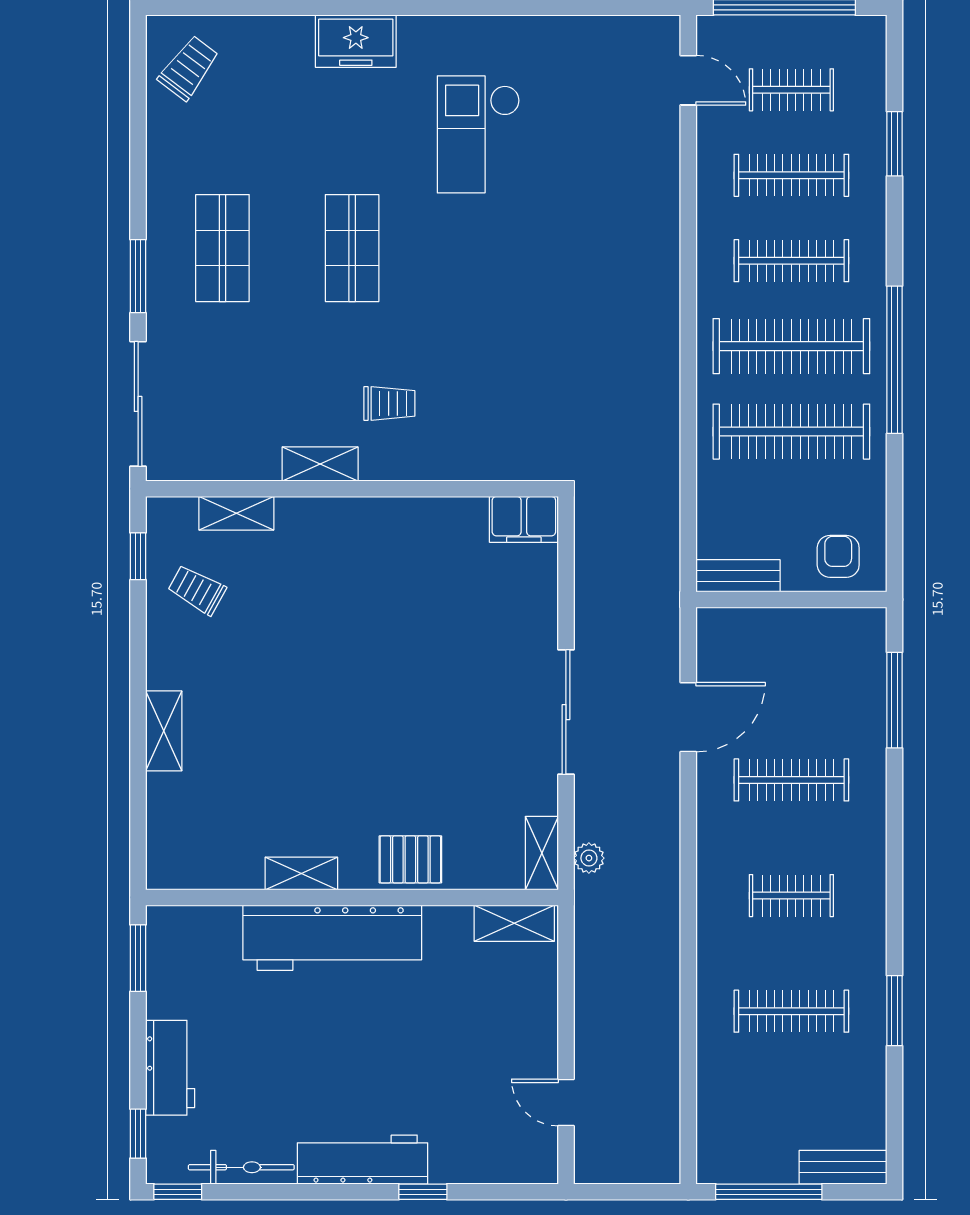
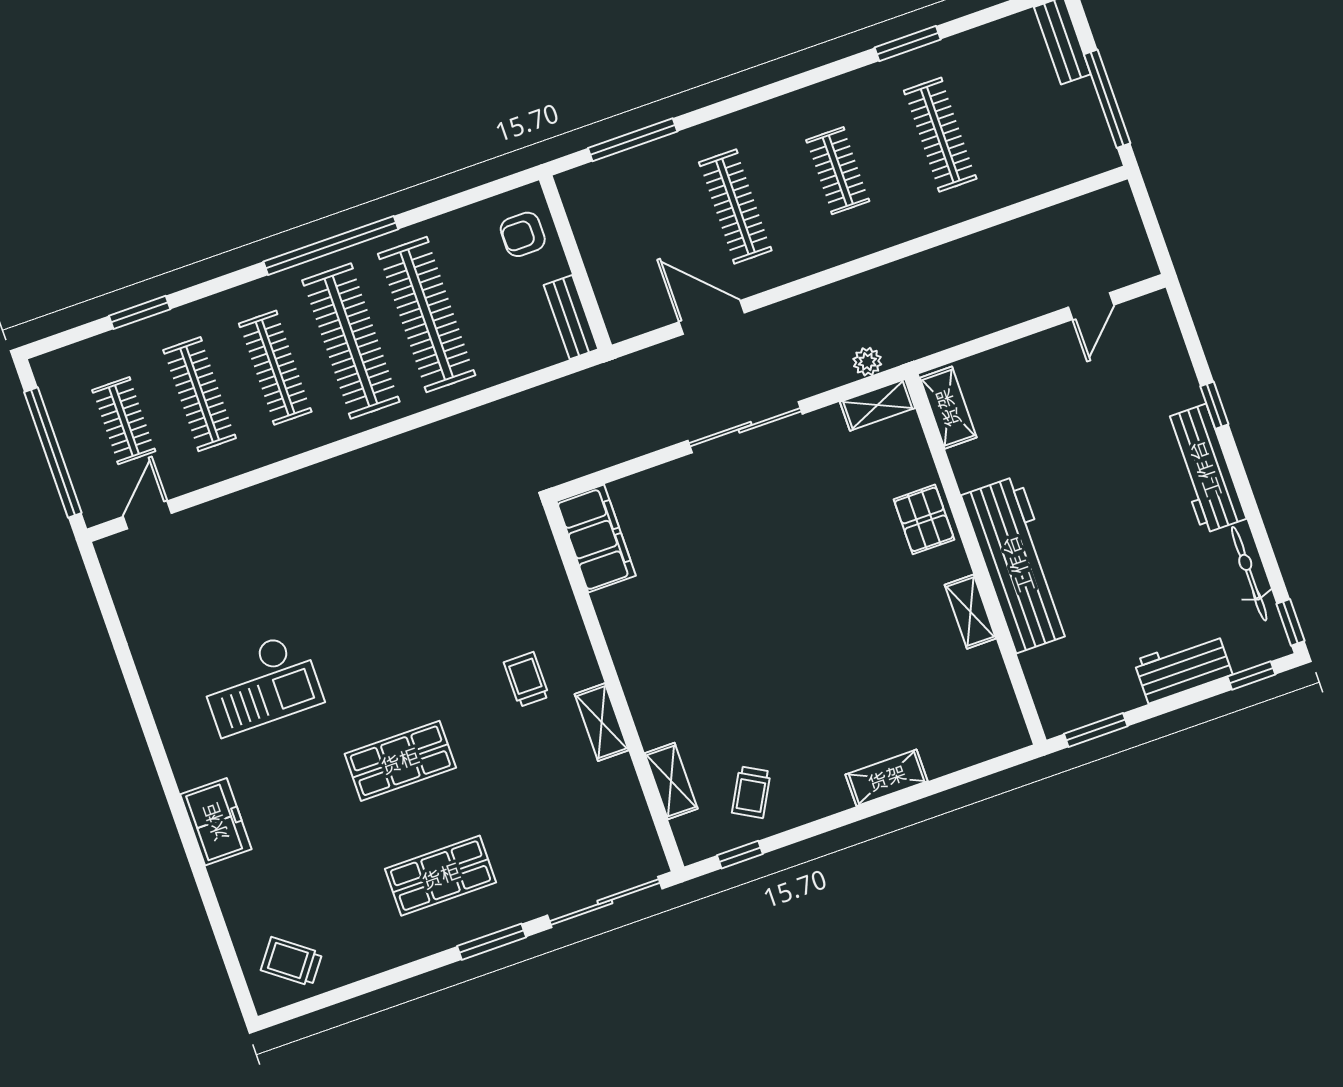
filing cabinet: (524, 519) -> (596, 538), width x1.50, depth x1.17

